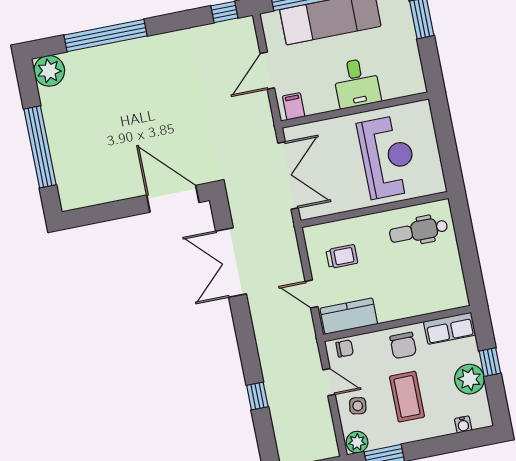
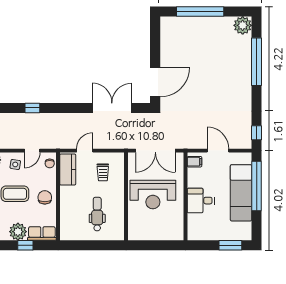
reception desk: (388, 157) -> (153, 195), moved
dental chair: (419, 231) -> (97, 214), moved
row of seats: (450, 328) -> (42, 233), moved, turned 90
chair: (403, 345) -> (45, 197), turned 90

